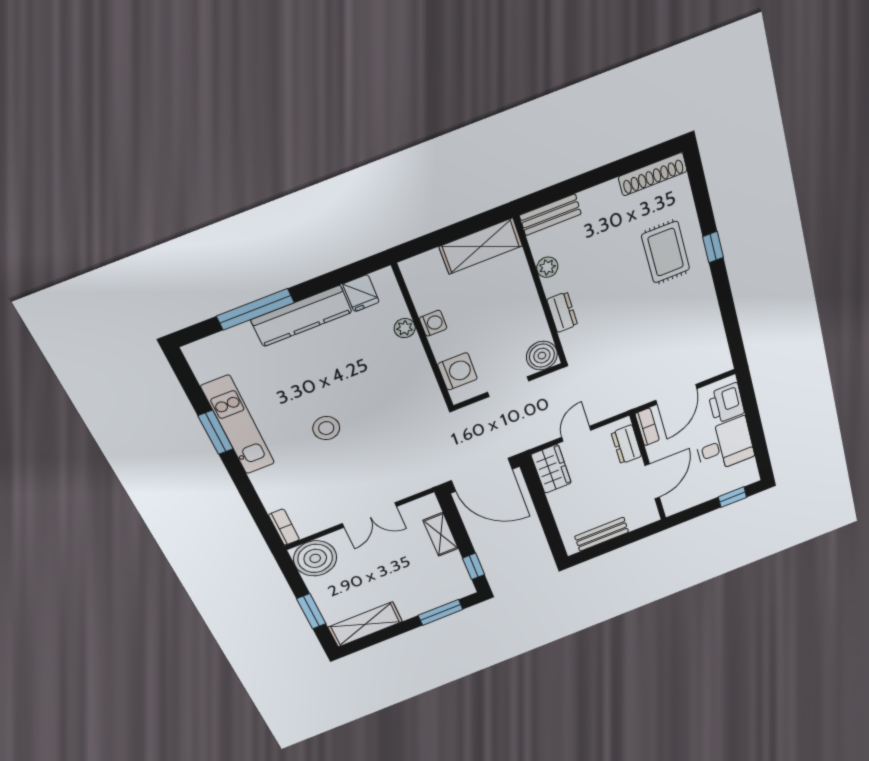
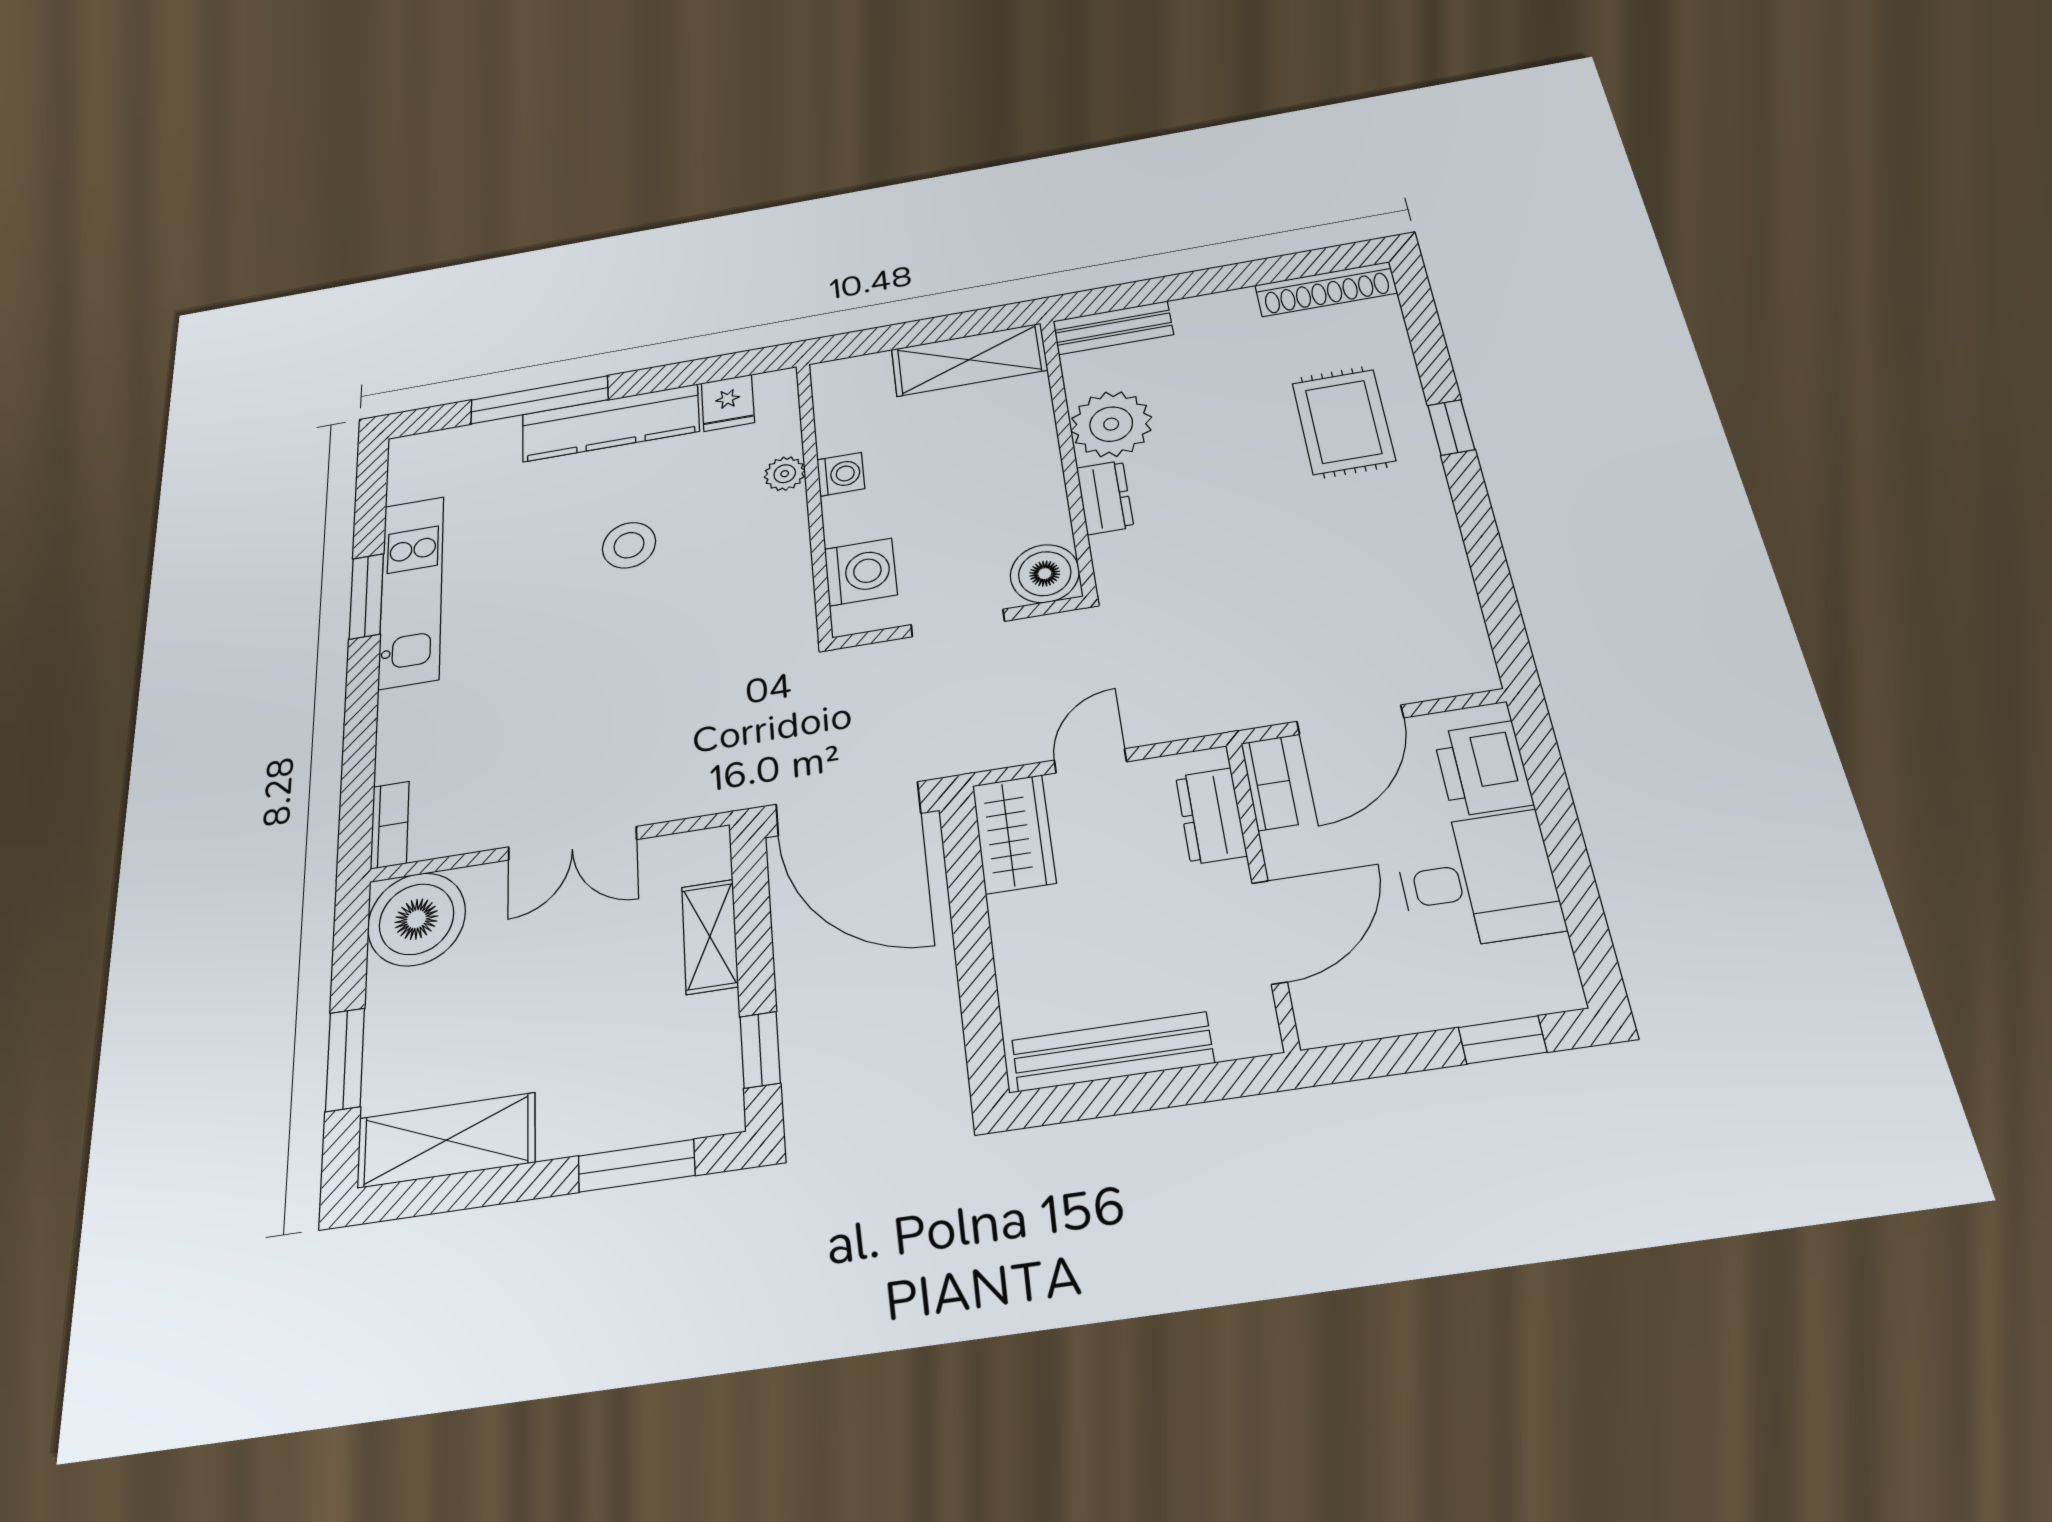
plant: (547, 267) -> (1111, 424), width x1.87, depth x1.87
stool: (326, 428) -> (629, 545), moved
bench: (602, 534) -> (1113, 1052), width x1.36

